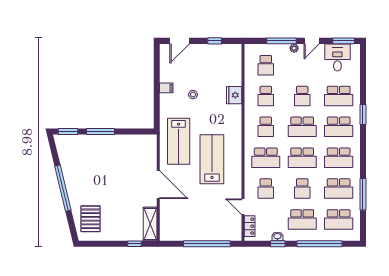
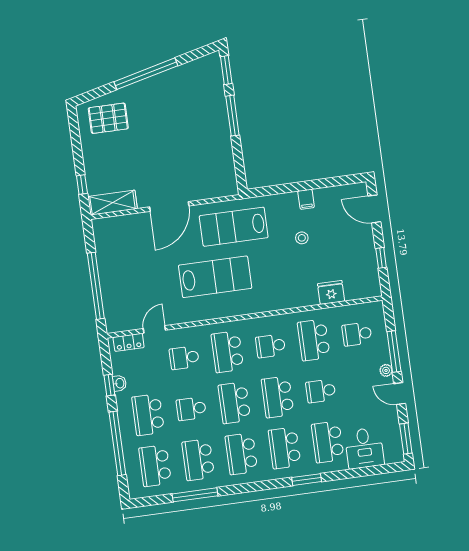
desk: (337, 57) -> (364, 448), moved, turned 90
fridge: (234, 95) -> (331, 292), moved
school desk: (266, 96) -> (314, 340), width x1.85

